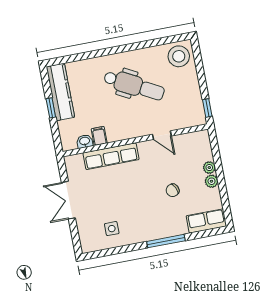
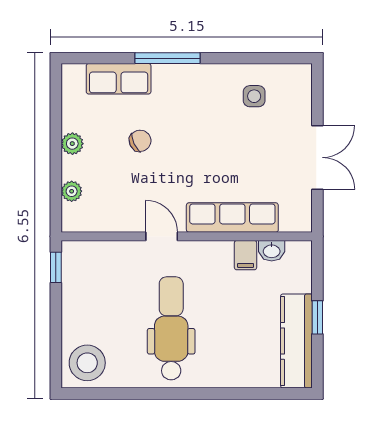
dental chair: (134, 85) -> (171, 328), turned 62
door: (162, 135) -> (162, 236), moved
plant: (209, 168) -> (72, 191), moved
row of seats: (206, 221) -> (119, 79), moved

